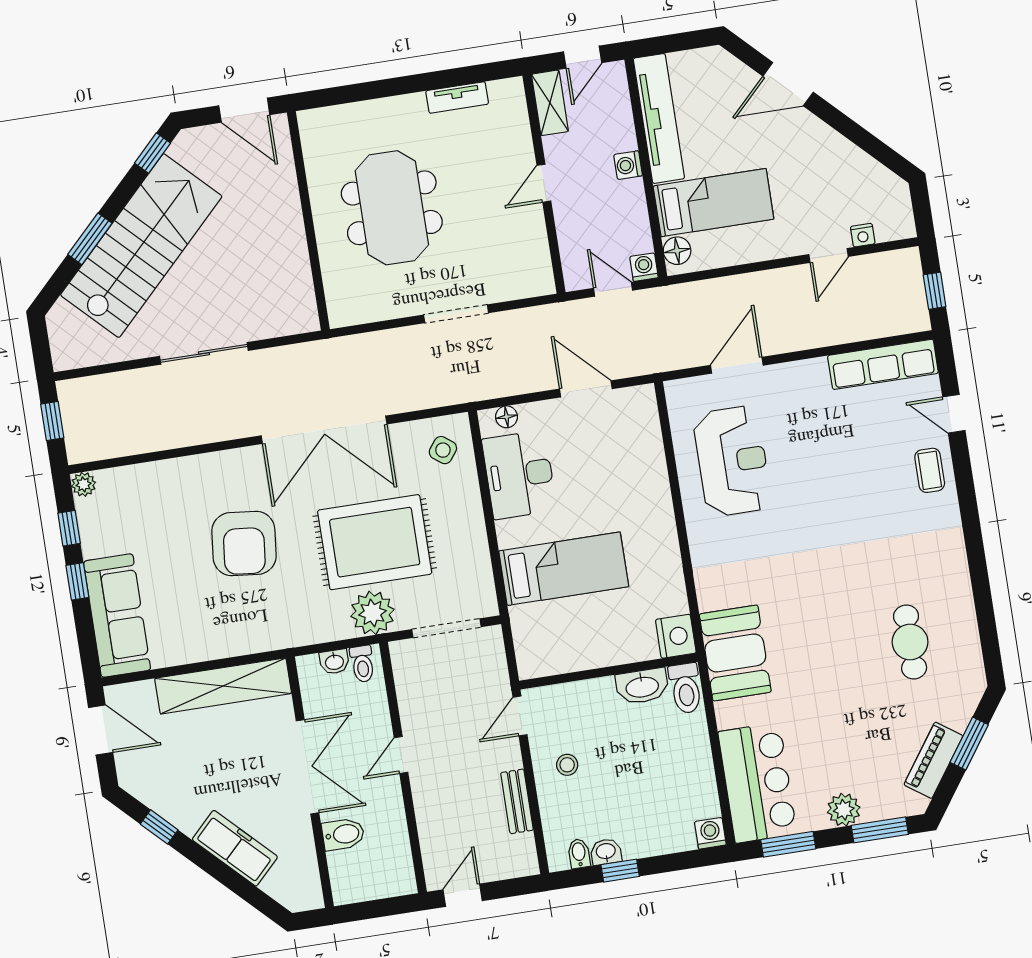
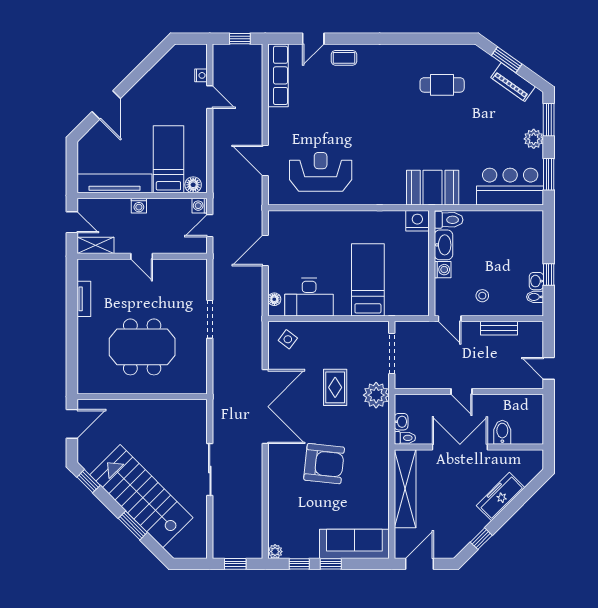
rug: (375, 542) -> (335, 387), width x0.54, depth x0.49
toilet: (362, 664) -> (405, 438), moved
washing machine: (710, 833) -> (443, 270), moved, turned 180

